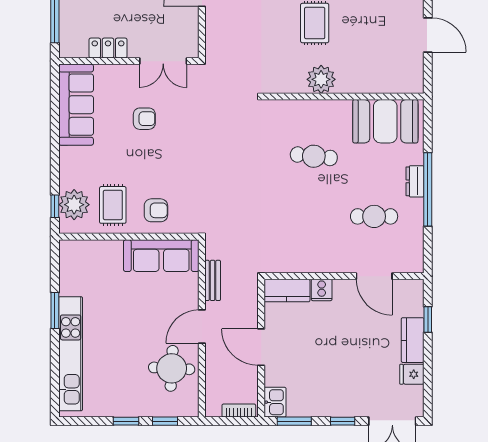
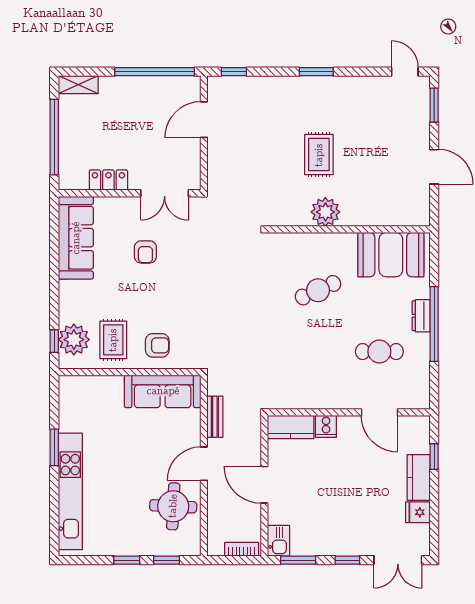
armchair: (144, 119) -> (145, 252), turned 90
cafe table: (314, 156) -> (318, 290), turned -30

